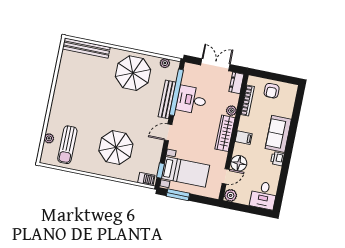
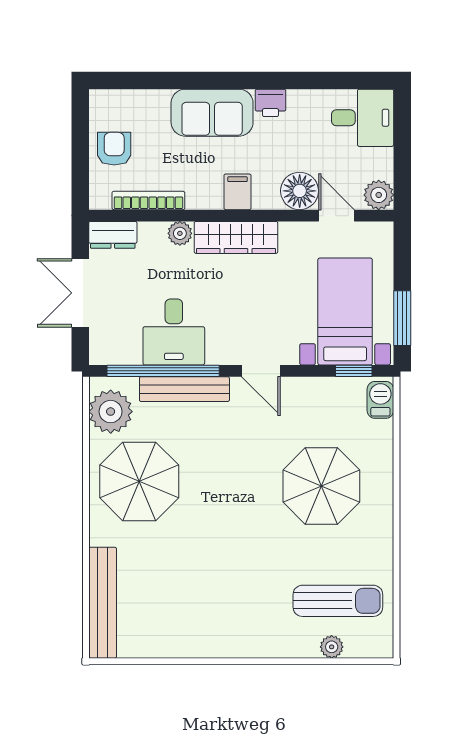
plant: (165, 63) -> (111, 412), width x1.87, depth x1.87
armchair: (272, 91) -> (114, 149), turned -90

